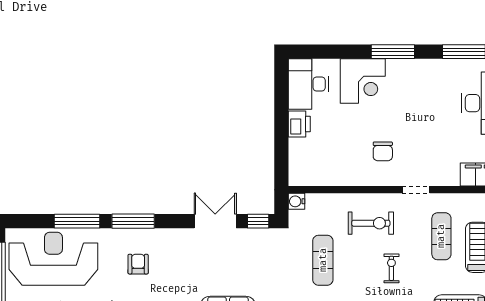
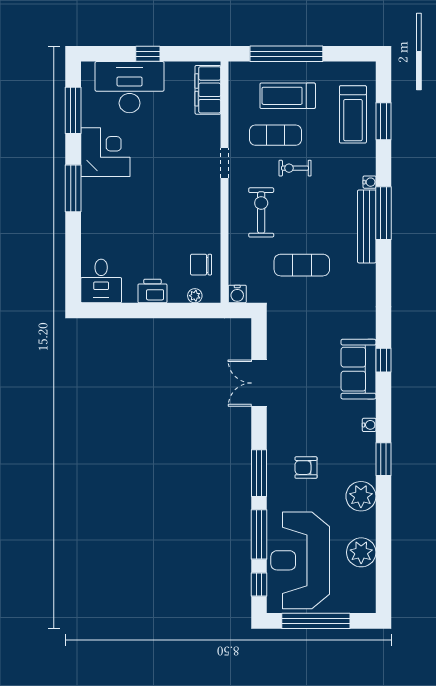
corner desk: (363, 81) -> (105, 152), moved
desk: (308, 84) -> (101, 281), width x0.73
chair: (383, 151) -> (201, 265), moved, turned 180
plant: (295, 163) -> (195, 296), added
window: (258, 221) -> (259, 584), moved
exercise bike: (391, 268) -> (295, 168), moved

